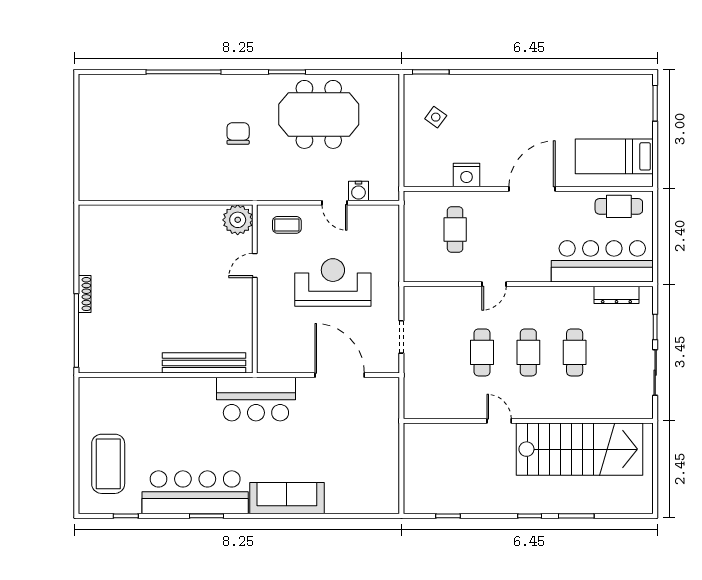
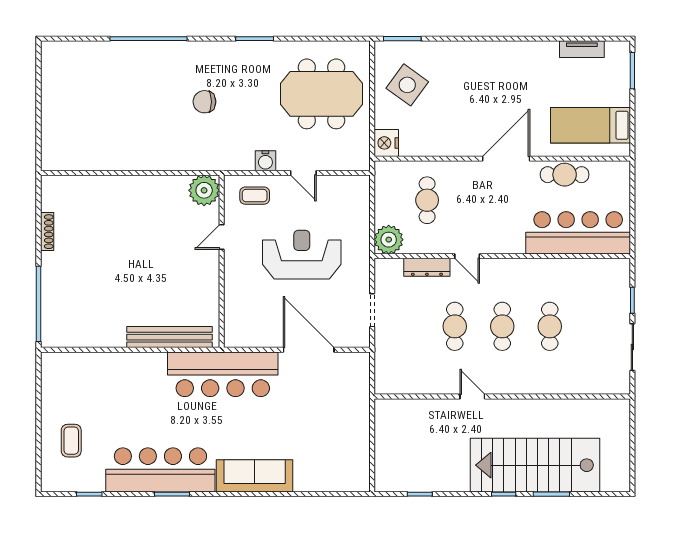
tv unit: (606, 82) -> (582, 49), added
meeting table: (319, 114) -> (321, 94), moved
side table: (436, 117) -> (407, 85), width x1.87, depth x1.87
chair: (238, 133) -> (204, 102), turned -90
nightstand: (467, 175) -> (386, 143), moved, turned 90
water cooler: (358, 191) -> (265, 161), moved
cafe table: (619, 206) -> (565, 175), moved
plant: (418, 268) -> (389, 240), added
door: (494, 284) -> (467, 256), hinge flipped
shoe rack: (85, 294) -> (47, 232), moved
dresser: (616, 295) -> (427, 267), moved
bar counter: (256, 399) -> (223, 374), width x1.36
stairs: (579, 449) -> (535, 465), moved, turned 180
coffee table: (108, 464) -> (71, 441), width x0.54, depth x0.58

